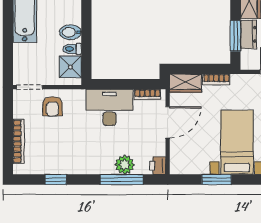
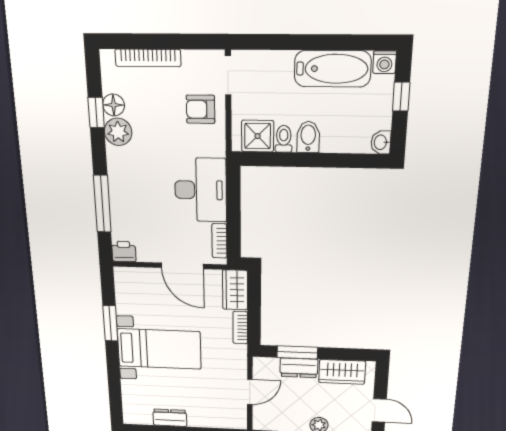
plant: (125, 165) -> (118, 132), moved
floor lamp: (50, 167) -> (114, 105), added

